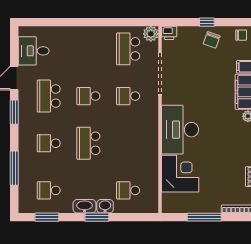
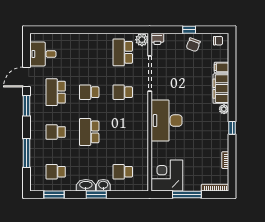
corner desk: (180, 174) -> (167, 175), moved, turned -90

